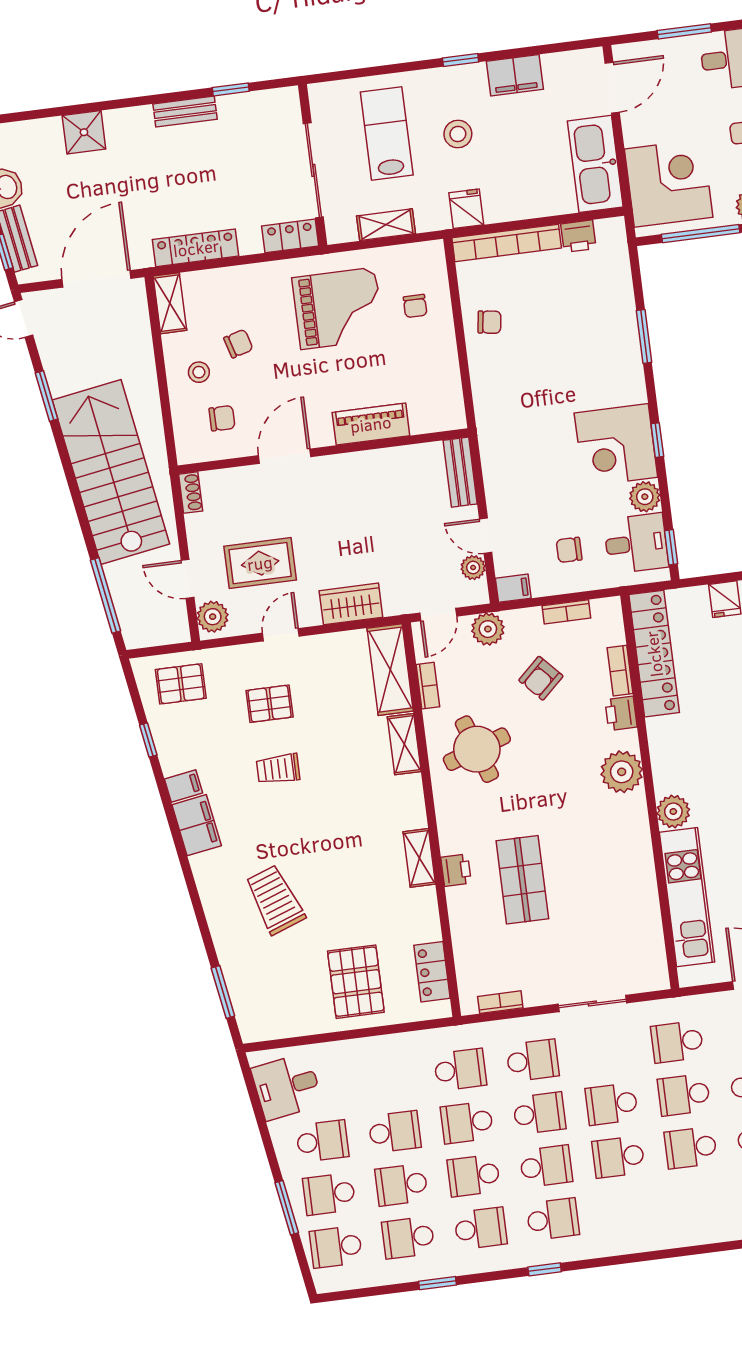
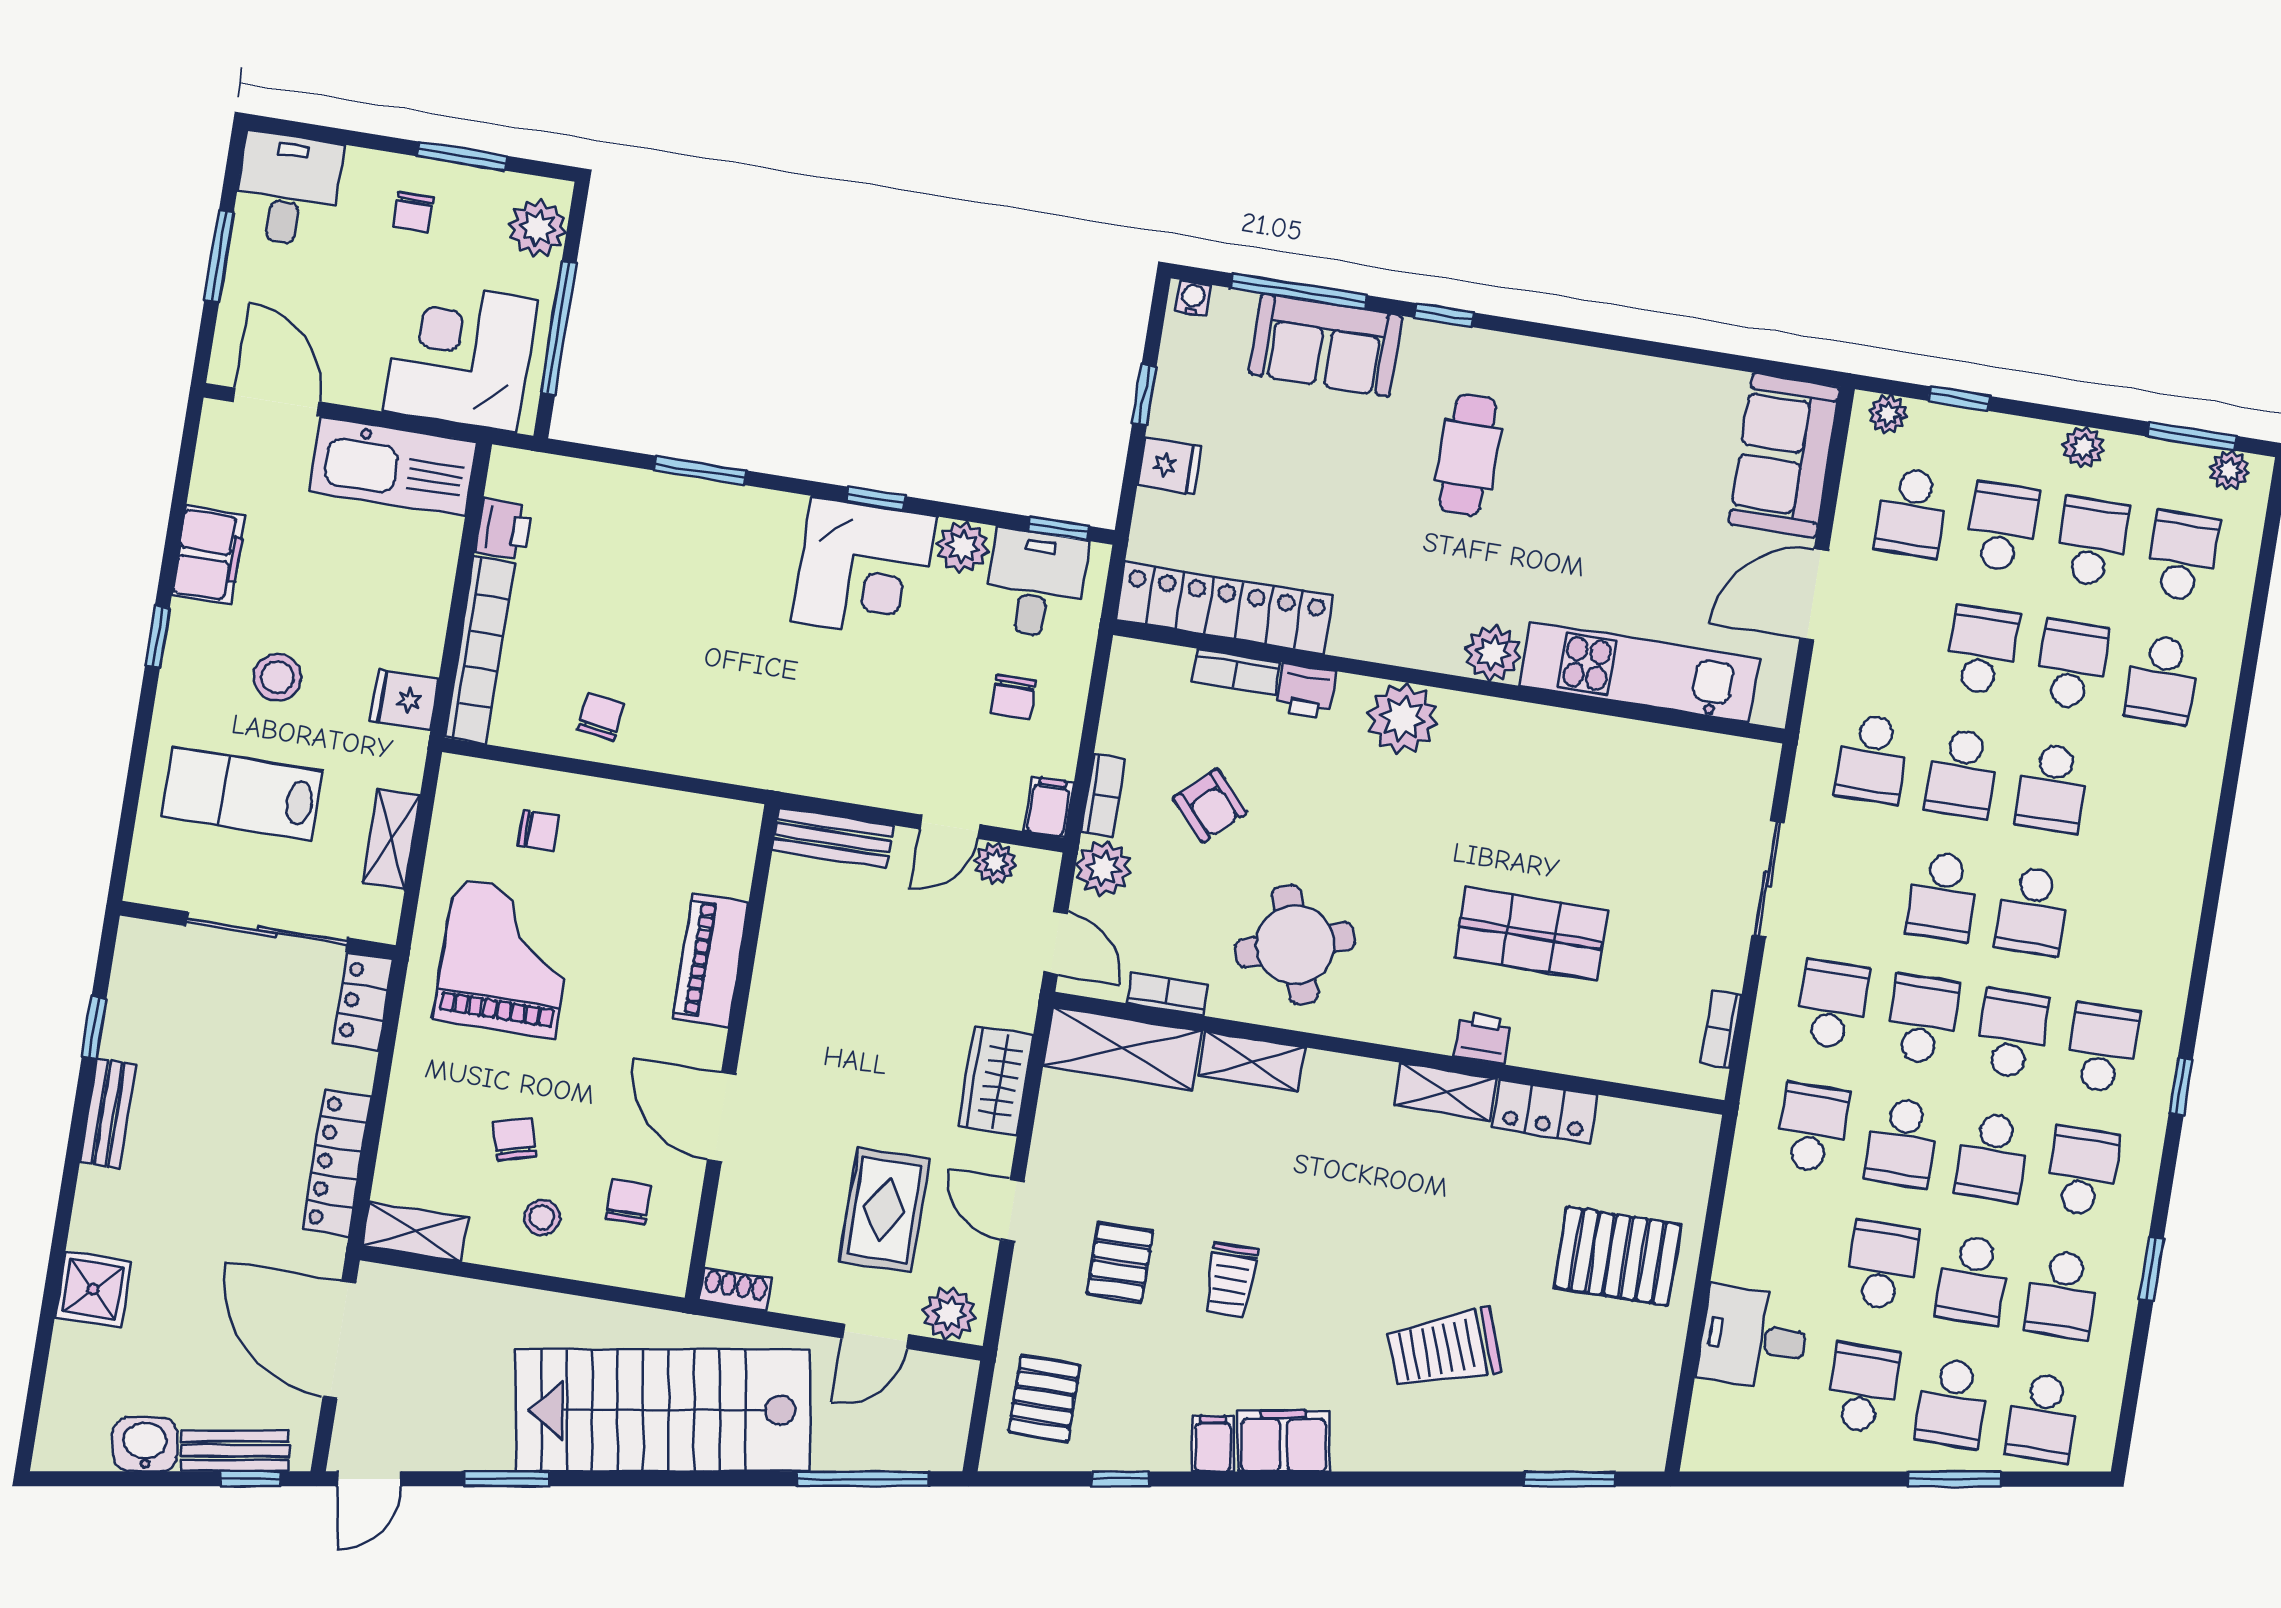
bookcase: (566, 612) -> (1103, 796), moved
locker: (432, 972) -> (1545, 1111), moved
desk: (287, 1087) -> (1753, 1338), moved, turned 99

